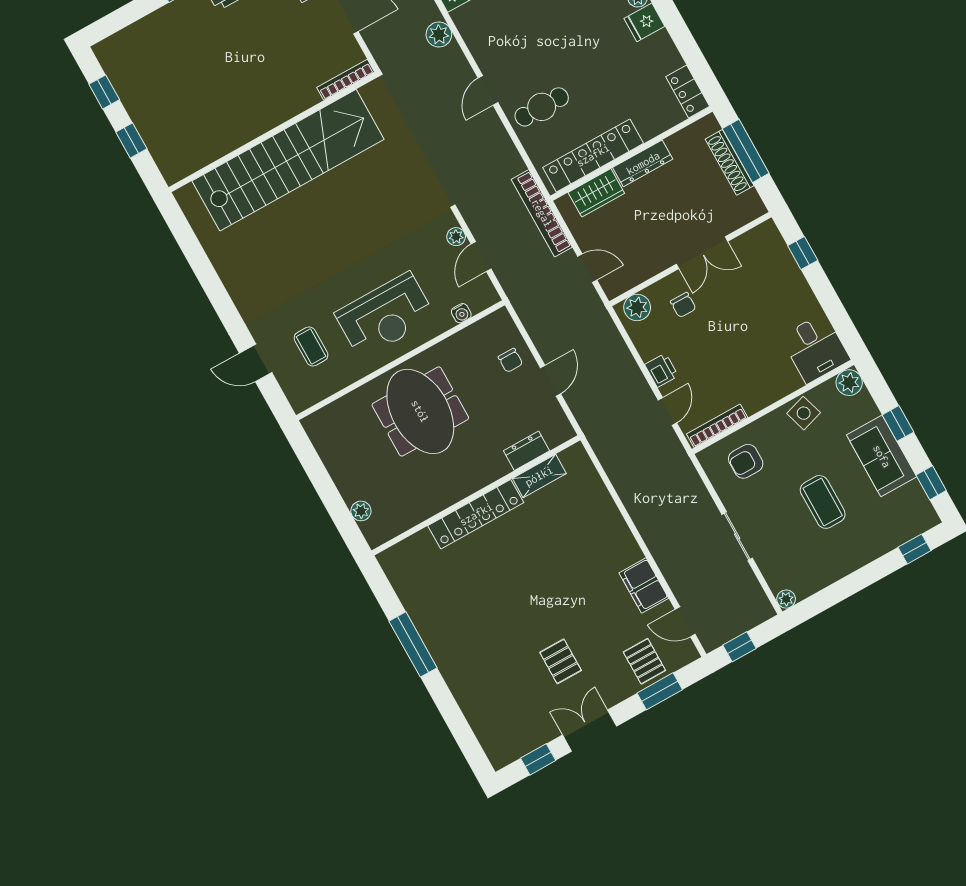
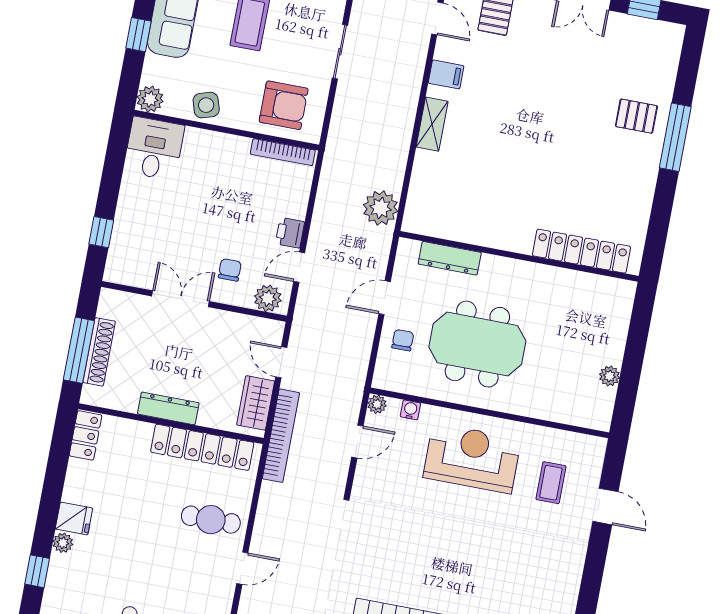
wardrobe: (596, 193) -> (256, 403), moved, turned -90
plant: (456, 237) -> (377, 404), moved
meeting table: (420, 411) -> (477, 344), moved, turned 90
door: (667, 411) -> (299, 267), moved
plant: (609, 445) -> (381, 208), added
dresser: (526, 451) -> (450, 258), width x1.44
armchair: (746, 461) -> (284, 105), width x1.38, depth x1.38
shelving: (539, 476) -> (432, 124), moved, turned 90
plant: (361, 511) -> (610, 376), moved
locker: (476, 514) -> (581, 251), moved
filing cabinet: (644, 586) -> (446, 74), width x0.50
window: (413, 644) -> (675, 137), moved
pallet: (561, 661) -> (636, 116), moved, turned 90

